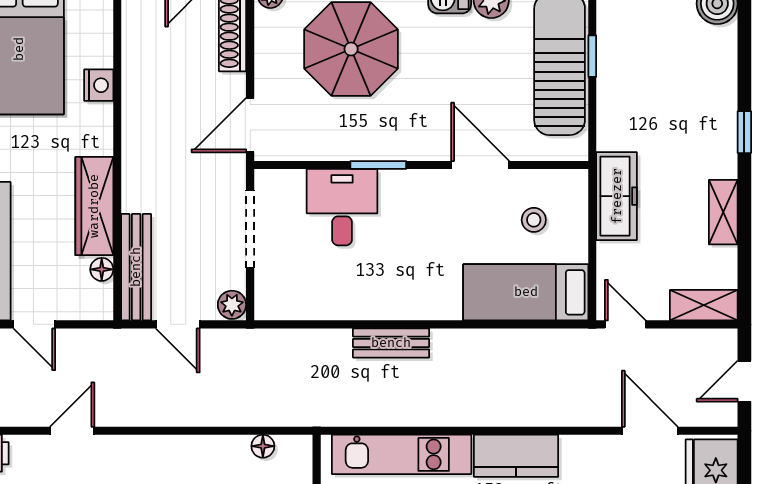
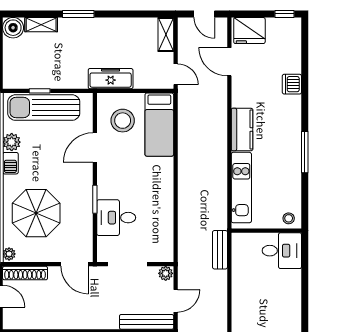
window: (744, 132) -> (78, 14), width x1.50
shelving: (723, 212) -> (41, 25), moved
stool: (534, 220) -> (123, 121), width x1.89, depth x1.89
door: (625, 324) -> (176, 74), swing flipped
bench: (391, 343) -> (220, 250), moved
door: (650, 431) -> (229, 62), hinge flipped
floor lamp: (263, 446) -> (237, 258), removed

